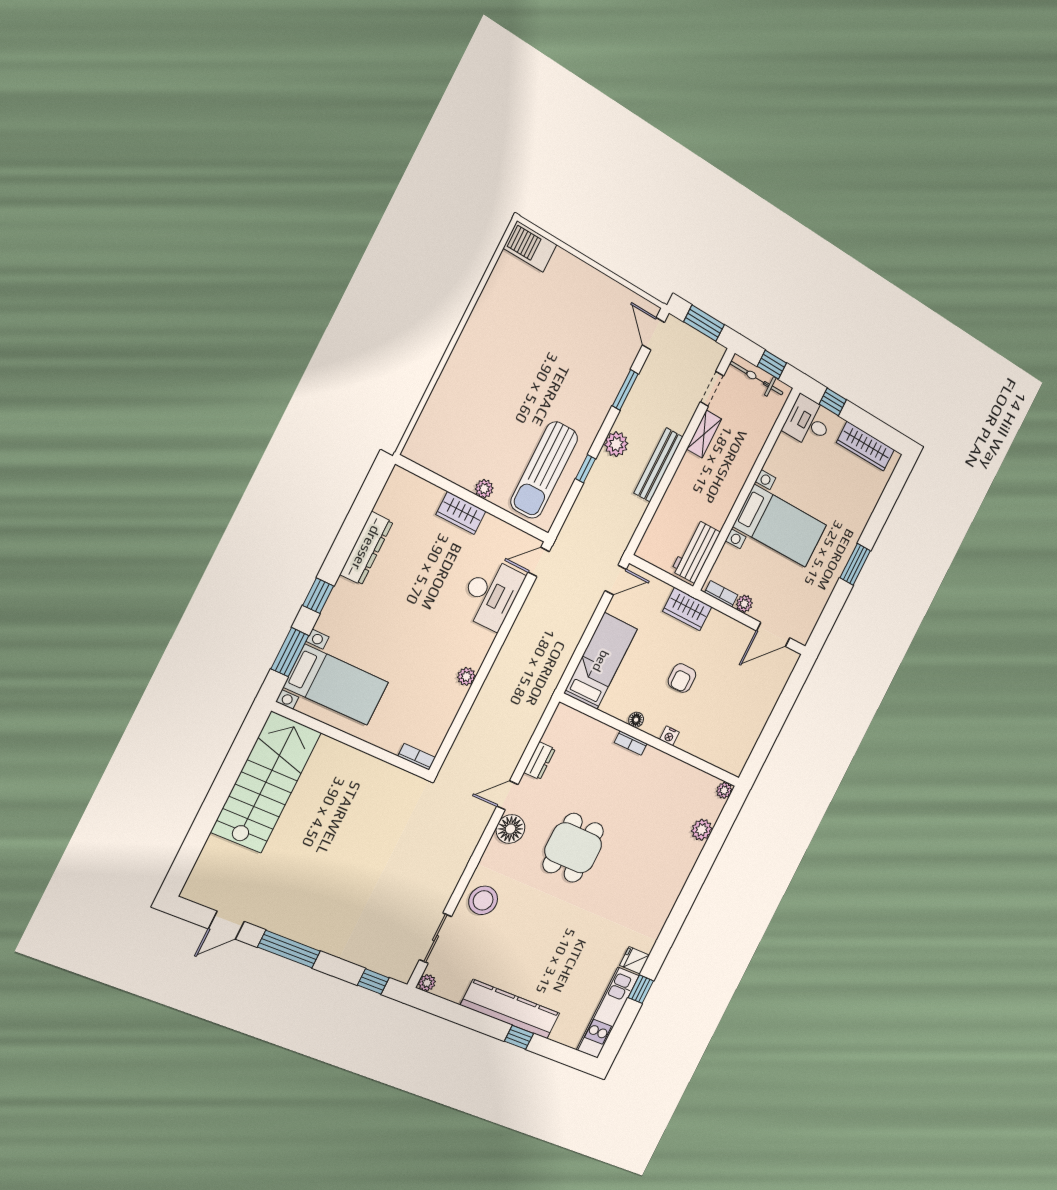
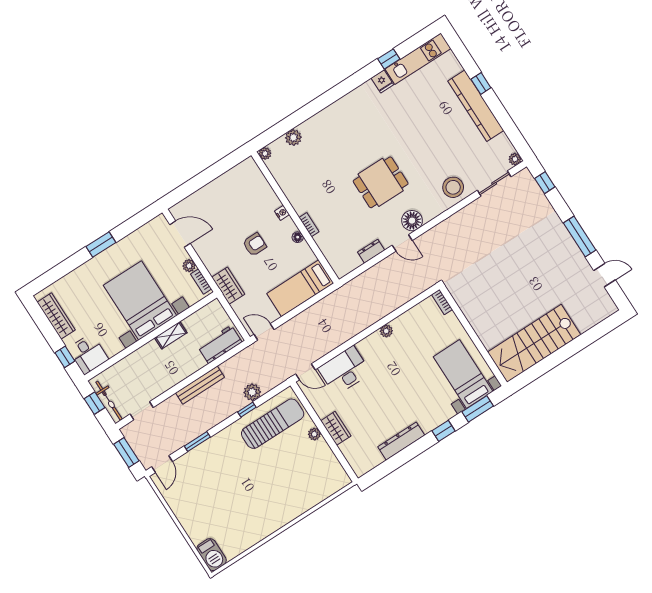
shelving: (704, 434) -> (171, 335), moved
plant: (616, 444) -> (252, 392), moved
bed with nightstands: (780, 526) -> (140, 300), width x1.36
workbench: (696, 551) -> (220, 344), moved, turned 180

